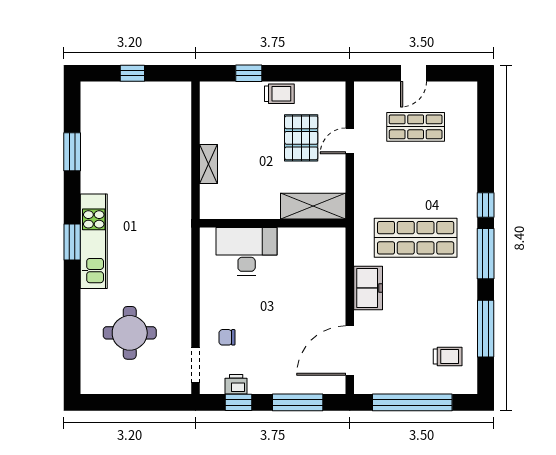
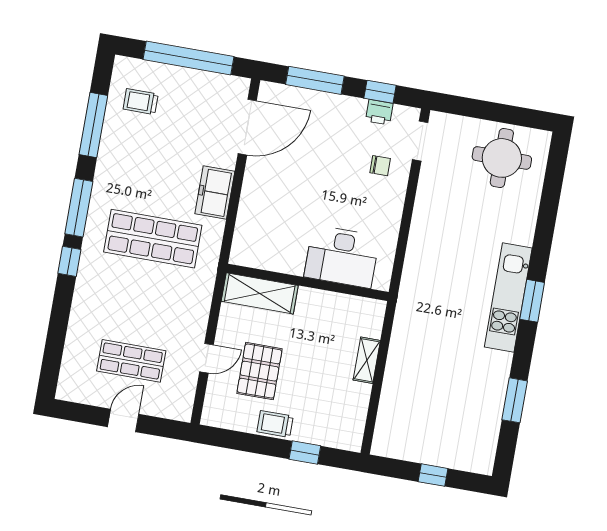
round table: (130, 333) -> (502, 158), moved

